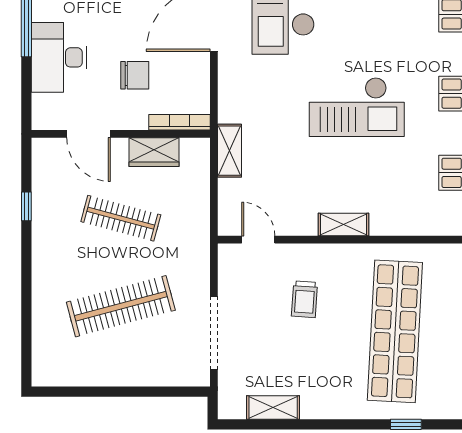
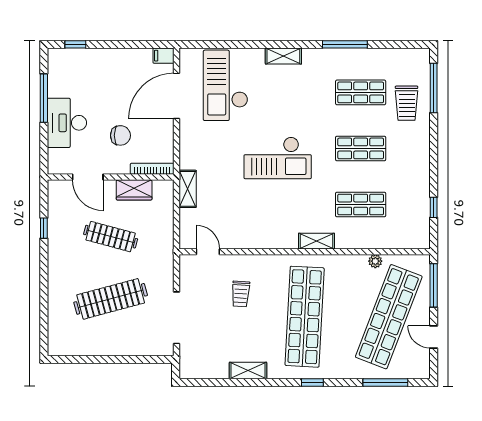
shelving: (343, 224) -> (316, 241), moved
shelving: (273, 407) -> (248, 371), moved

